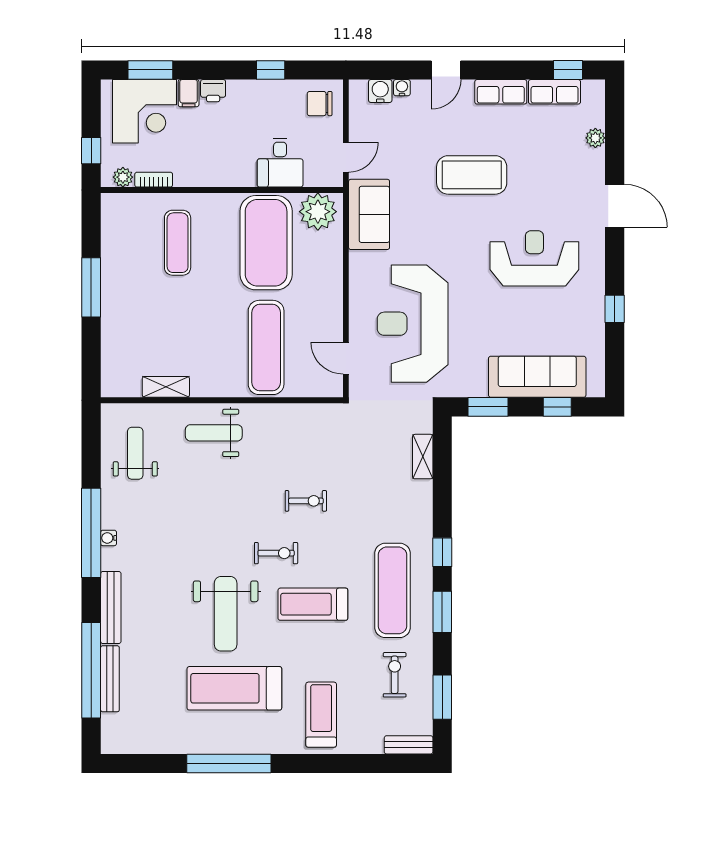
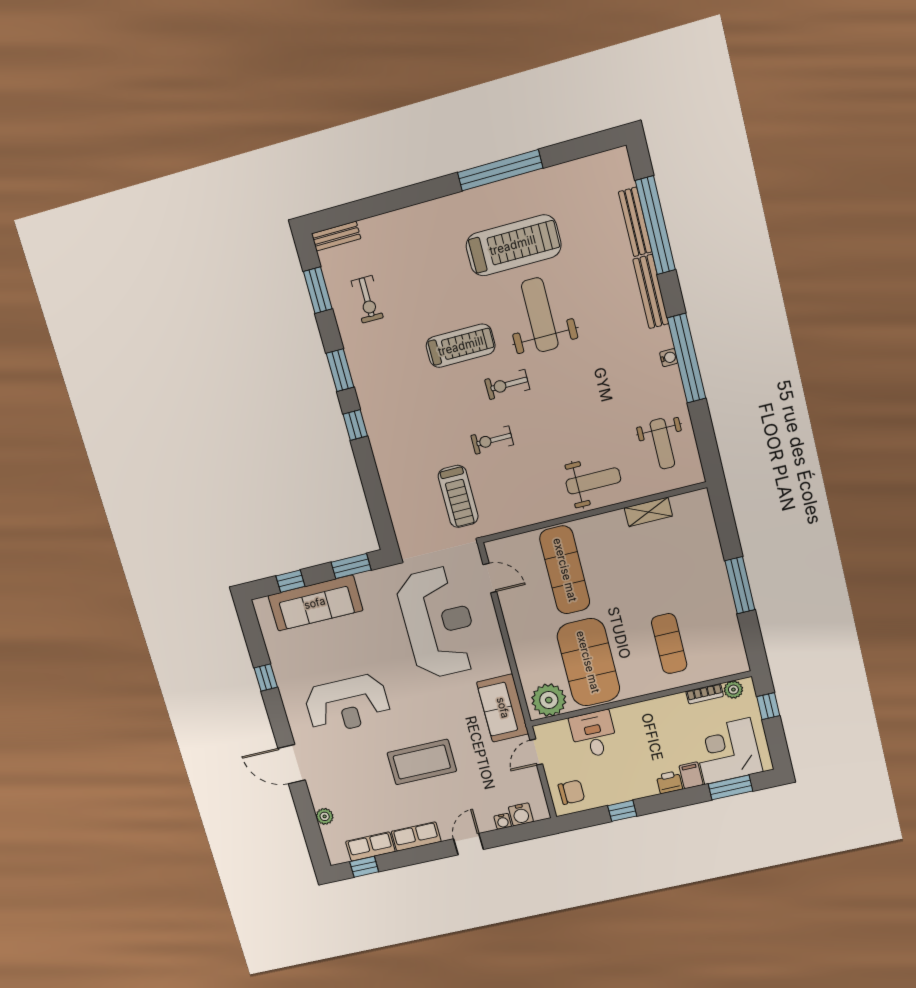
shelving: (423, 457) -> (397, 507), removed
exercise mat: (393, 590) -> (391, 378), removed
treadmill: (321, 715) -> (458, 496), moved

